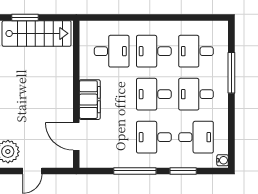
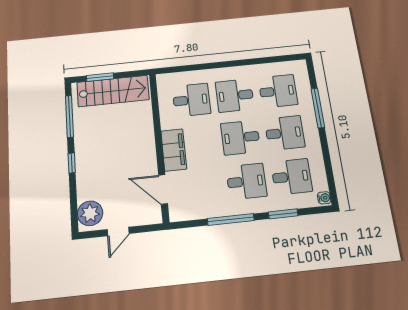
desk: (196, 51) -> (278, 91), turned 180
desk: (196, 94) -> (285, 133), turned 180
desk: (154, 137) -> (246, 181), turned 180

